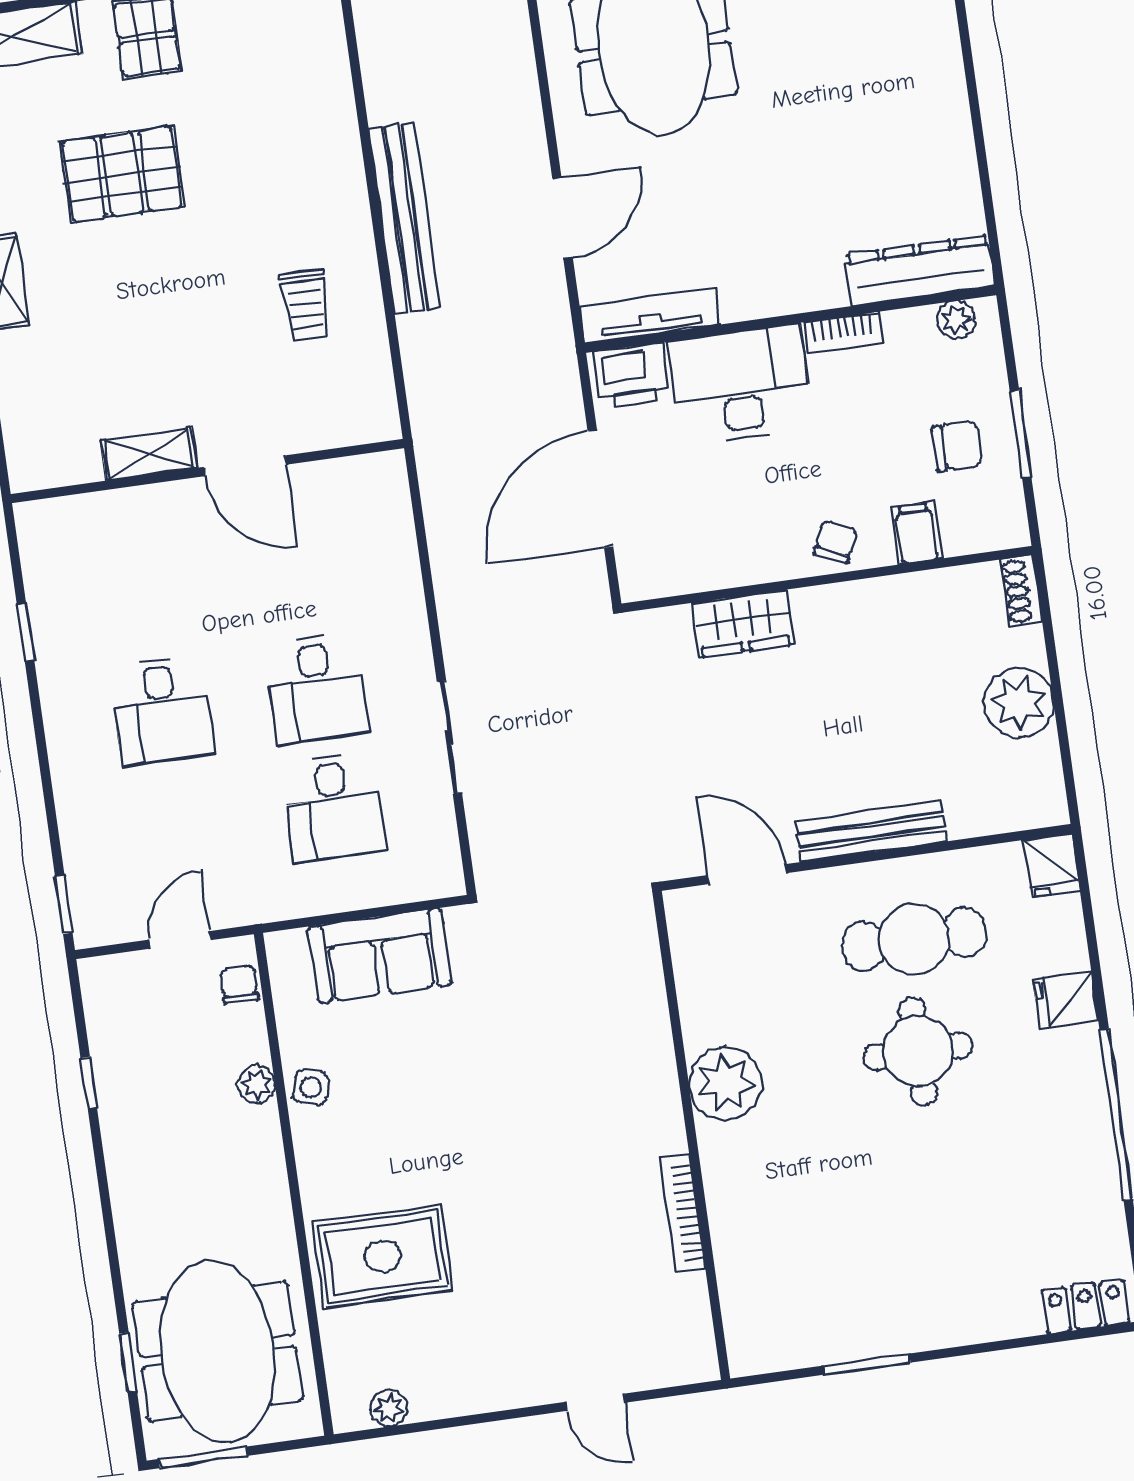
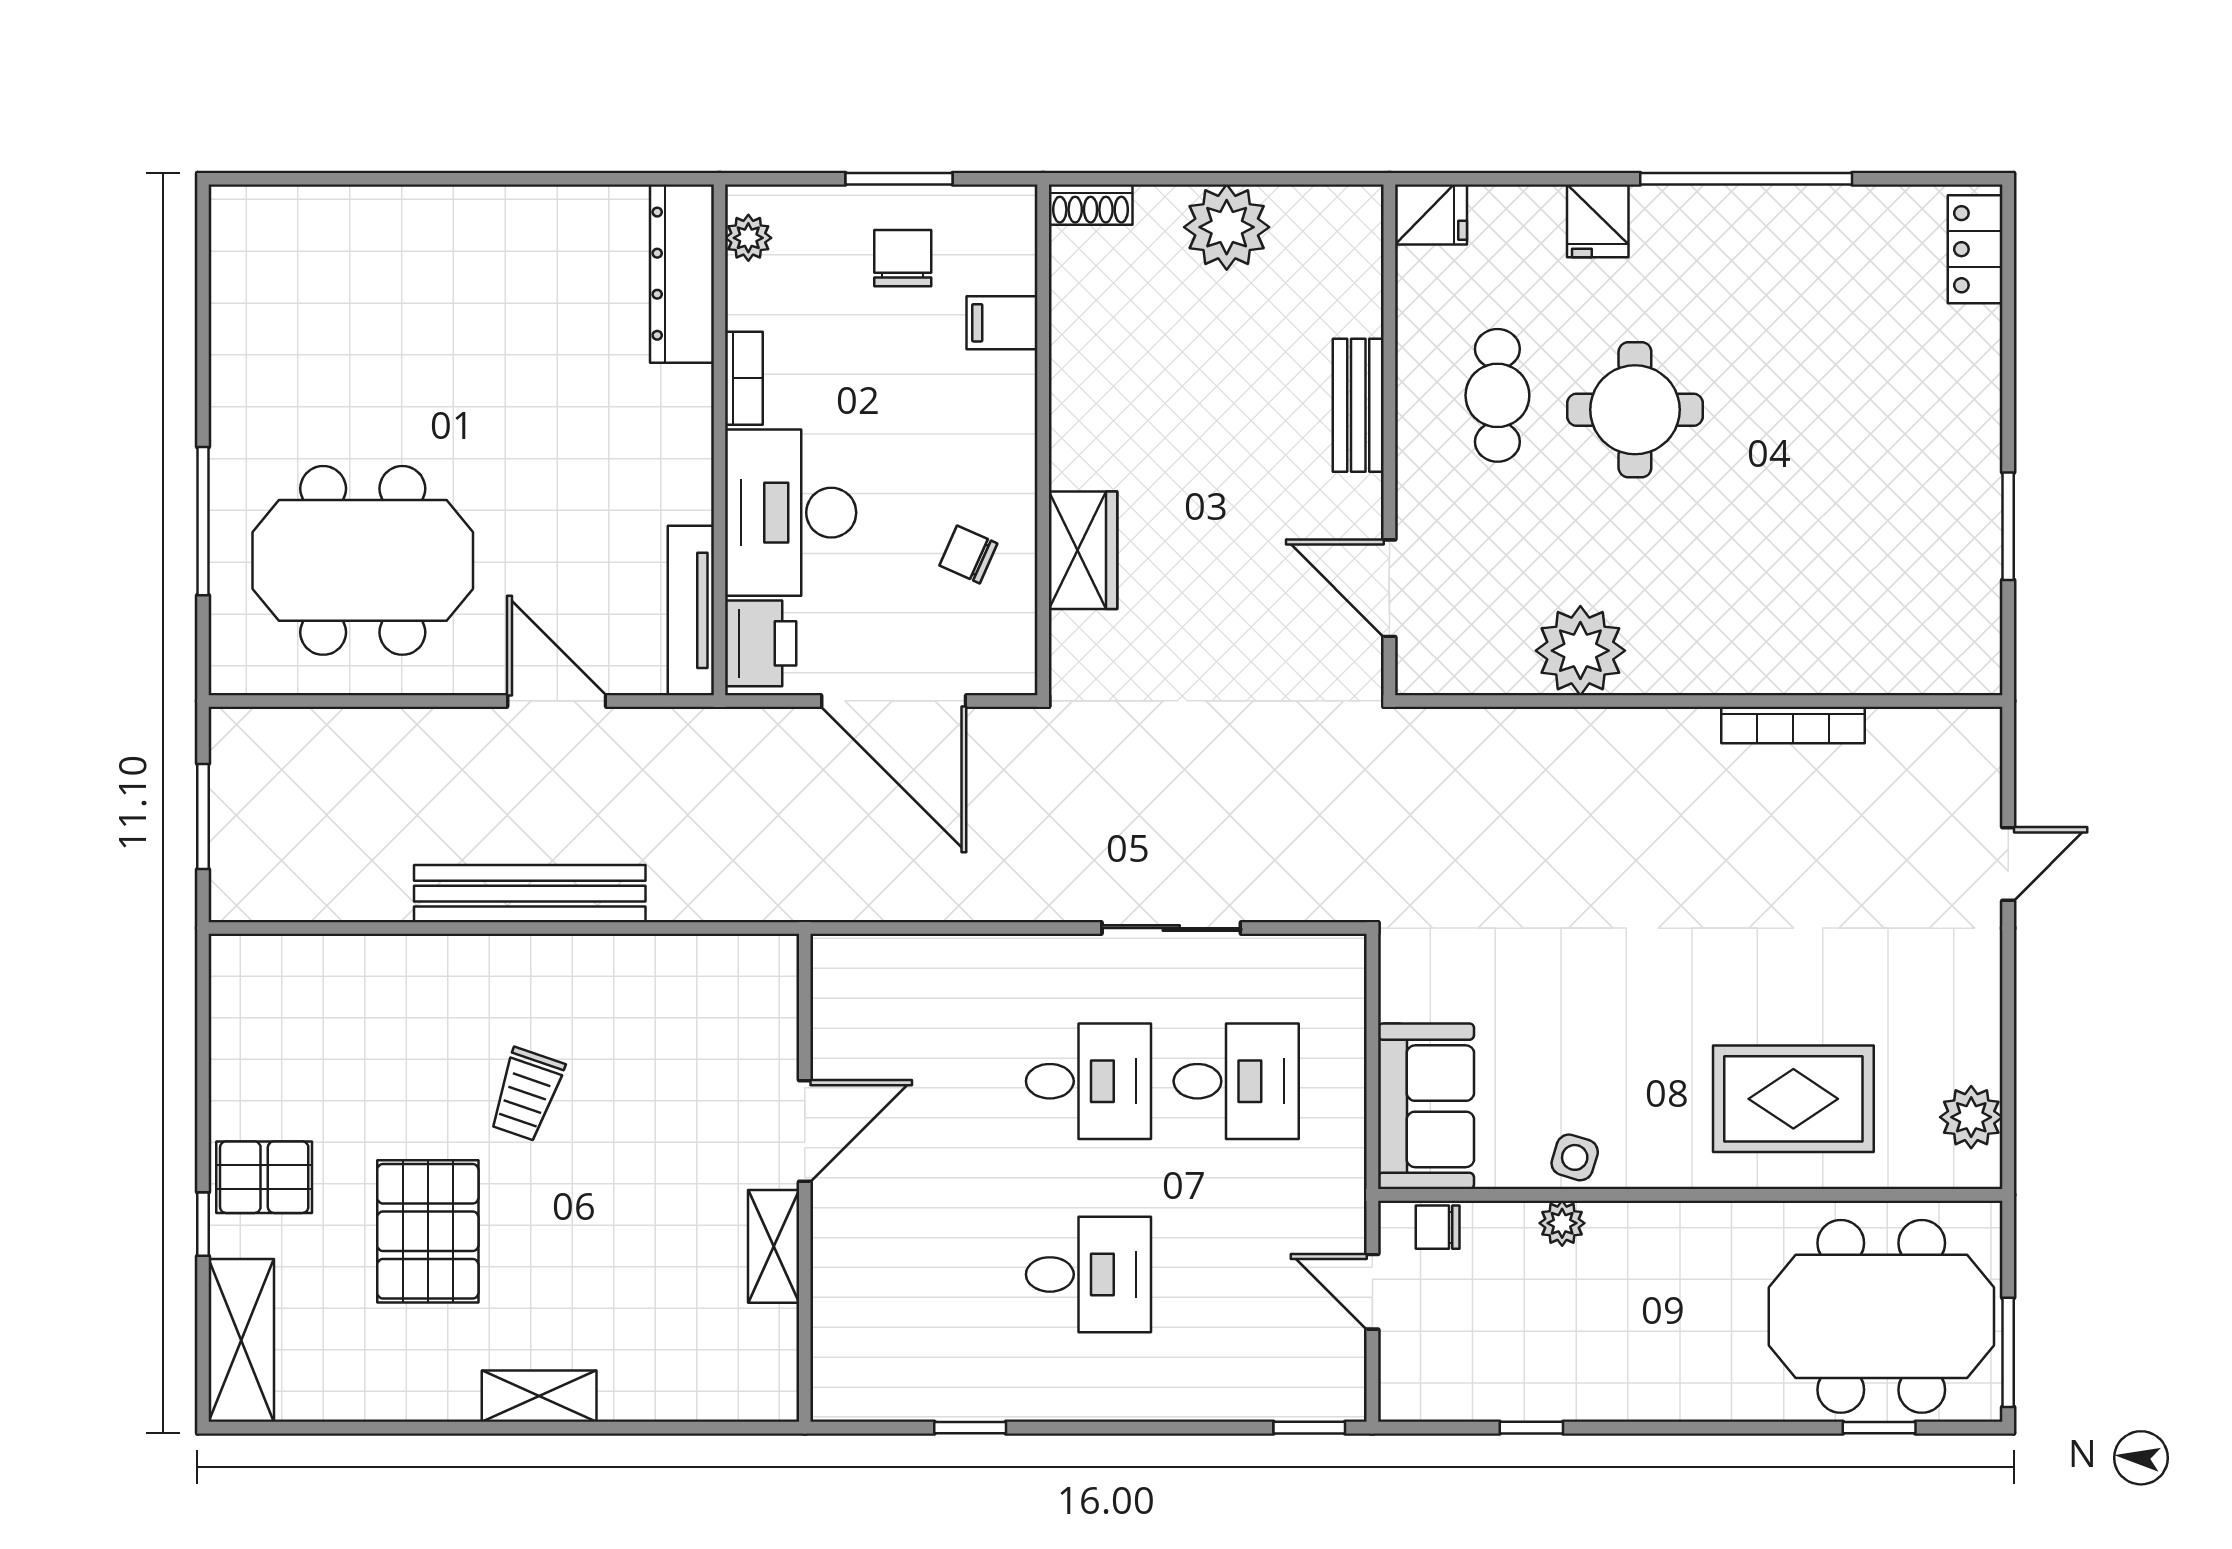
trolley: (306, 305) -> (526, 1094), moved, turned 109
chair: (836, 542) -> (968, 554), moved
bench: (871, 831) -> (1358, 405), width x0.73
door: (747, 874) -> (1389, 588), hinge flipped
cafe table: (914, 939) -> (1497, 395), width x0.73, depth x0.74
sofa: (380, 956) -> (1426, 1106), moved
plant: (725, 1083) -> (1580, 651), moved
rug: (383, 1256) -> (1793, 1099), turned 90
plant: (389, 1408) -> (1971, 1117), width x1.38, depth x1.38

